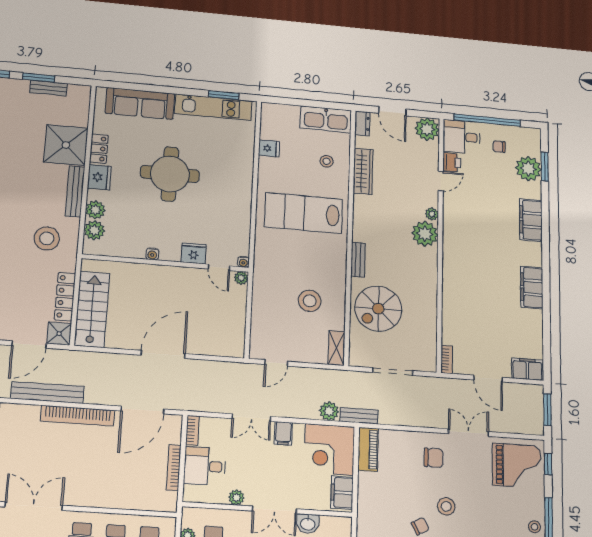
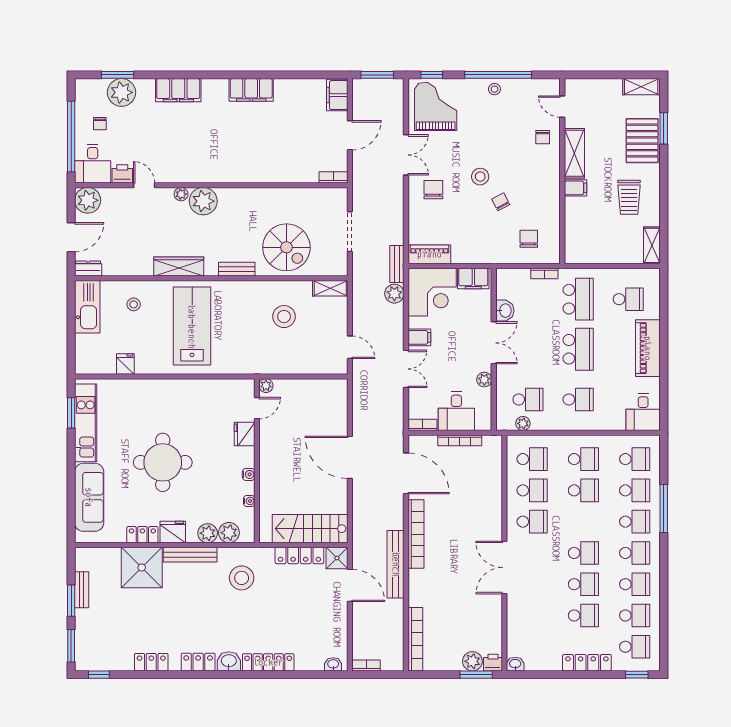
wardrobe: (363, 171) -> (179, 266), moved
lab bench: (304, 213) -> (192, 326), turned 180
water cooler: (243, 262) -> (249, 501), moved
double door: (469, 433) -> (406, 155), swing flipped

